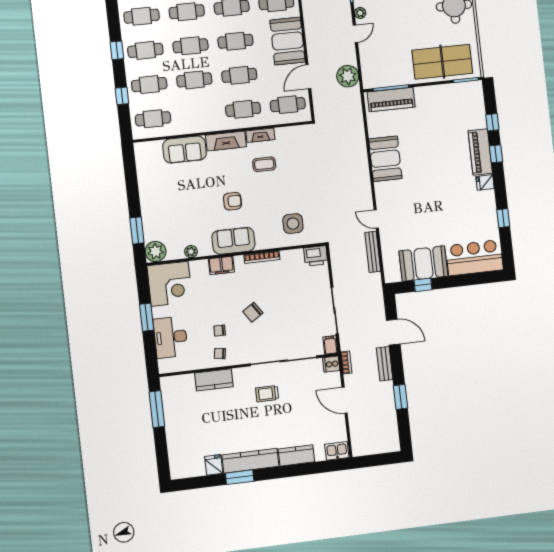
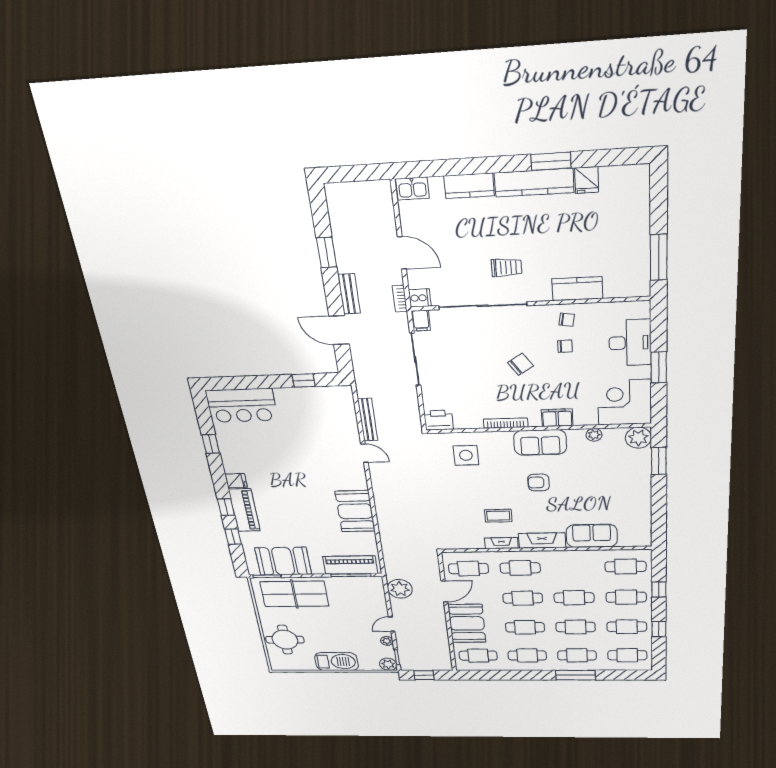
booth: (423, 264) -> (283, 561), moved

